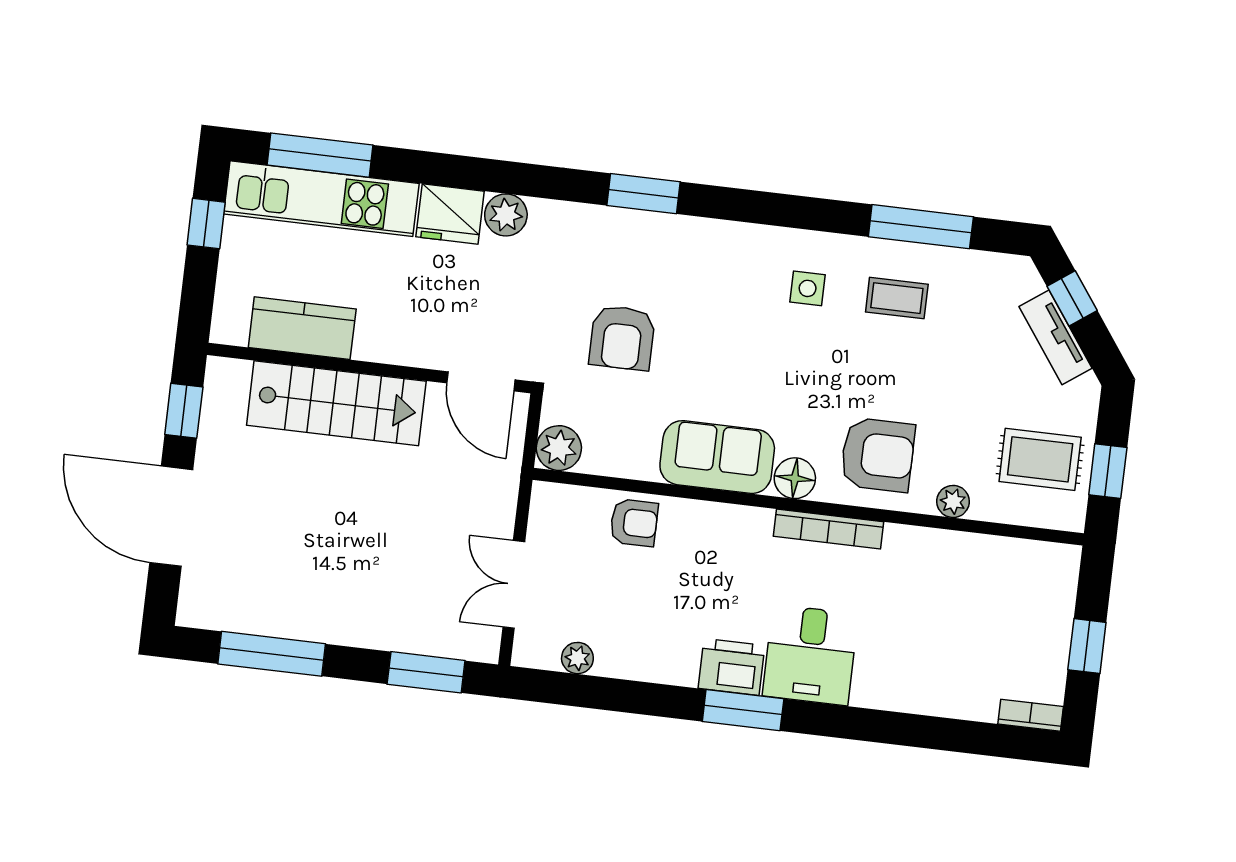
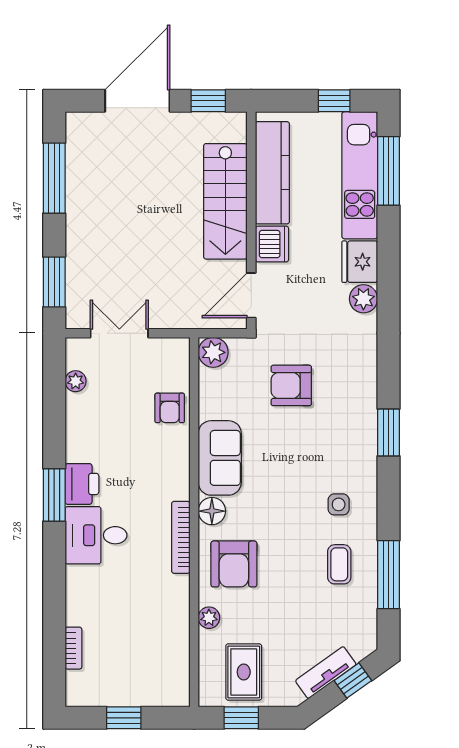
window: (643, 194) -> (388, 433), moved
kitchen counter: (302, 328) -> (272, 173), width x1.50
dishwasher: (408, 341) -> (272, 244), added
bookcase: (1031, 715) -> (73, 648), moved

